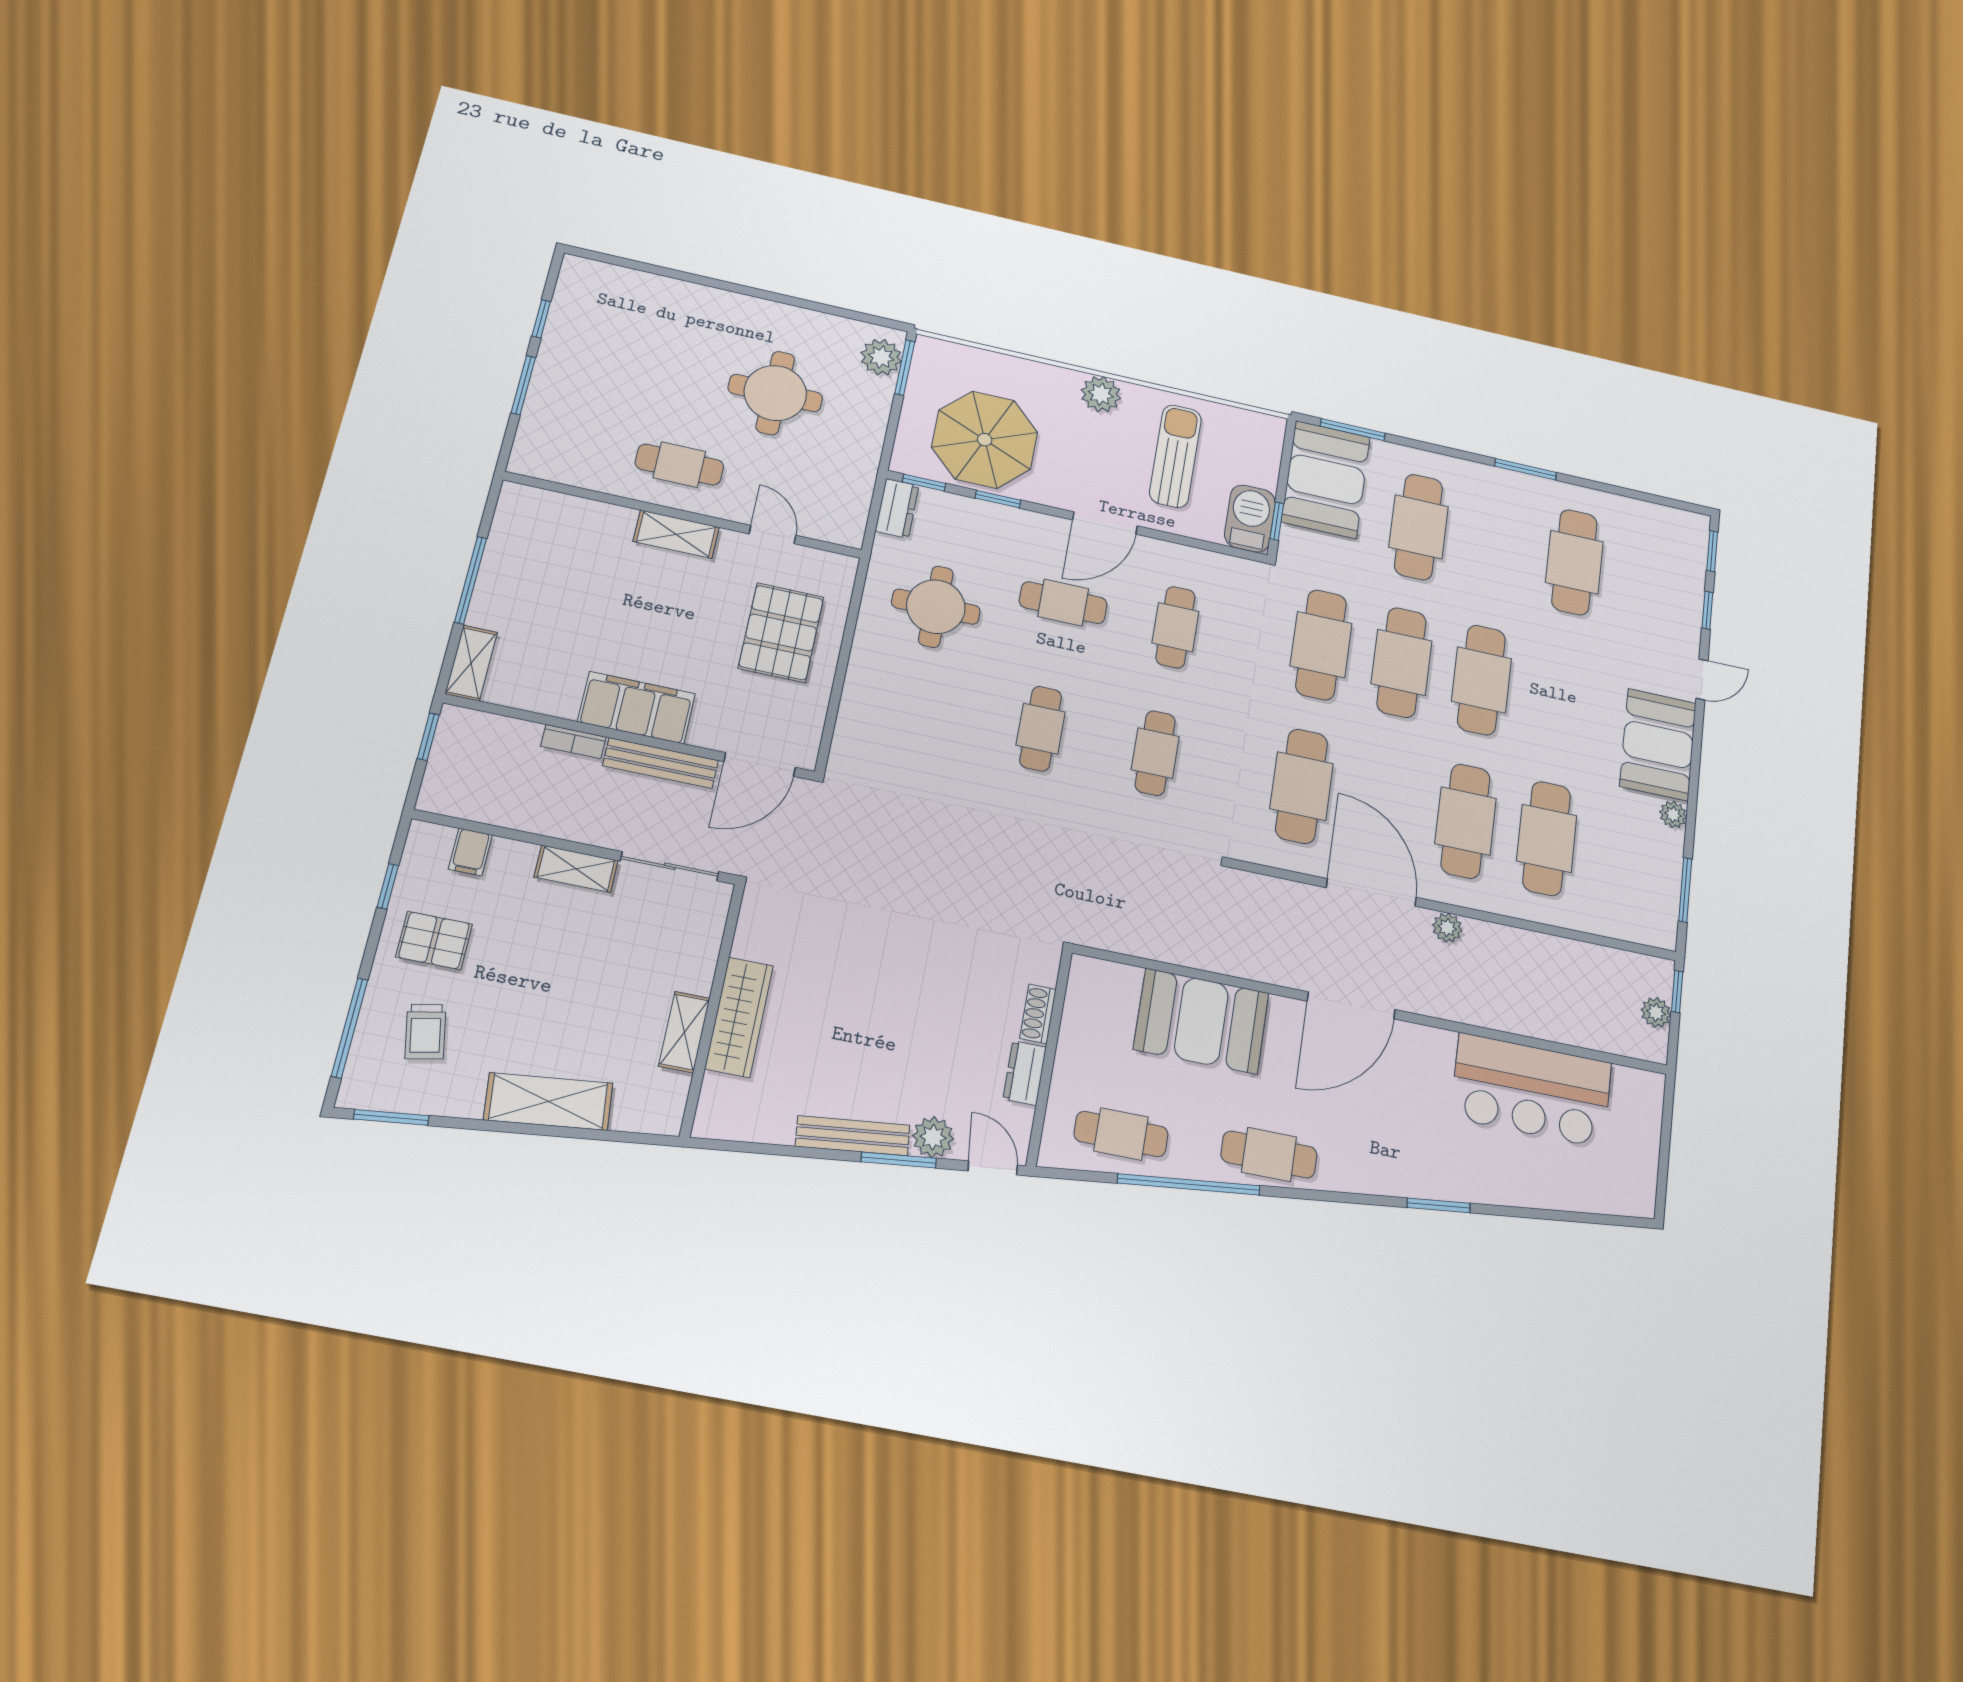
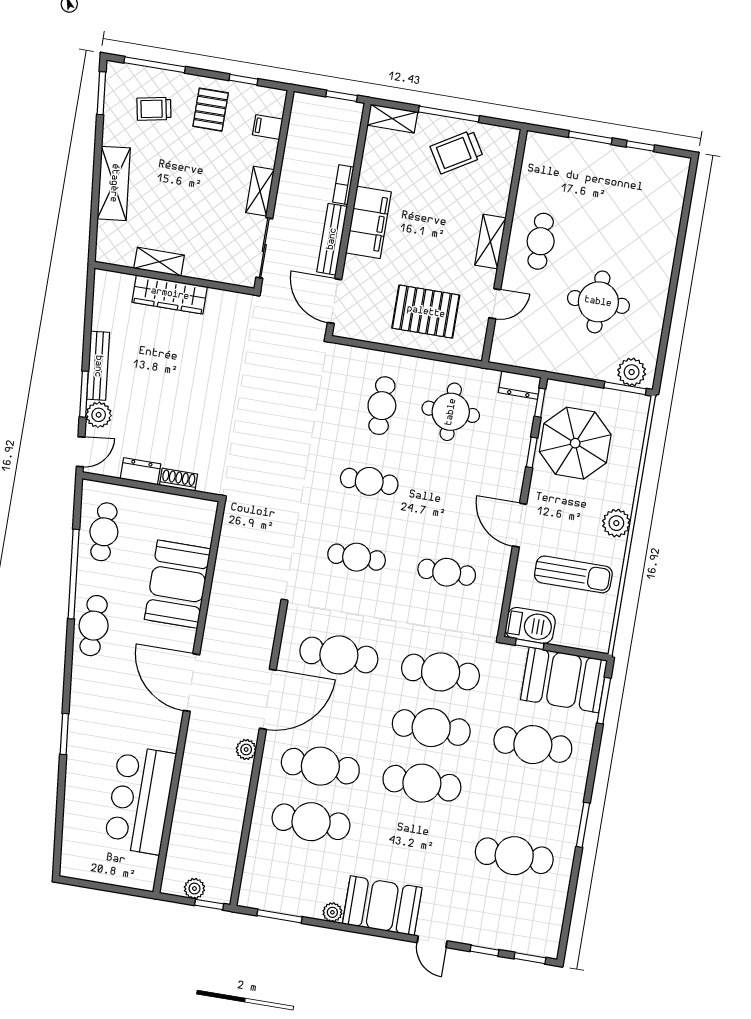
trolley: (532, 573) -> (457, 152), added
cafe table: (1063, 603) -> (382, 406), moved

